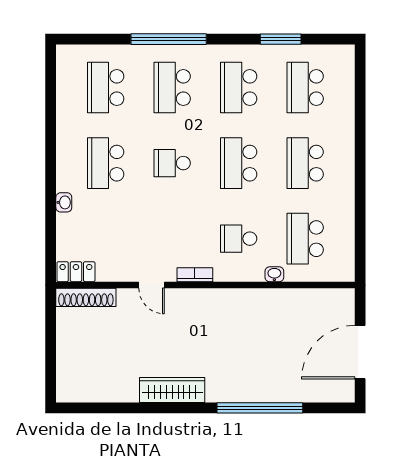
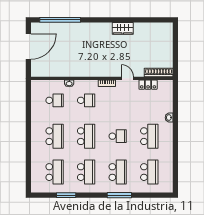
window: (169, 39) -> (119, 195), width x0.68
school desk: (305, 239) -> (55, 100), width x0.54
locker: (76, 272) -> (148, 85), moved
wardrobe: (172, 390) -> (123, 28), width x0.67
window: (260, 408) -> (60, 20), moved

